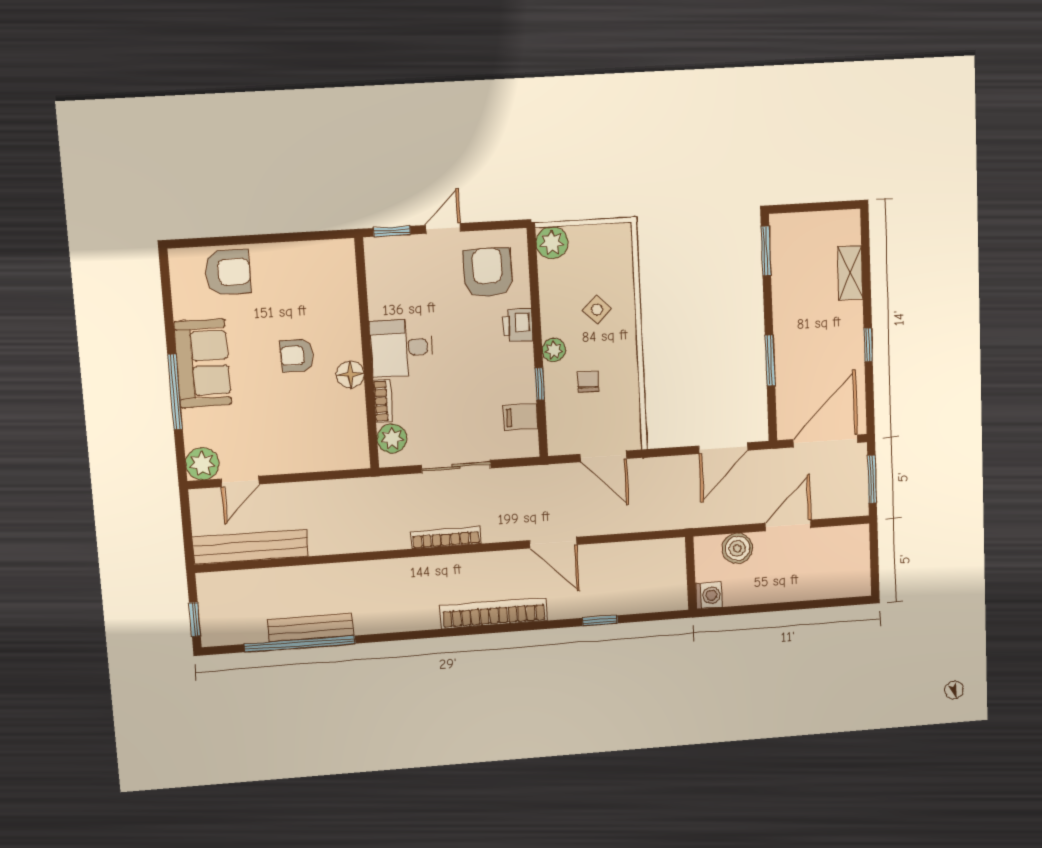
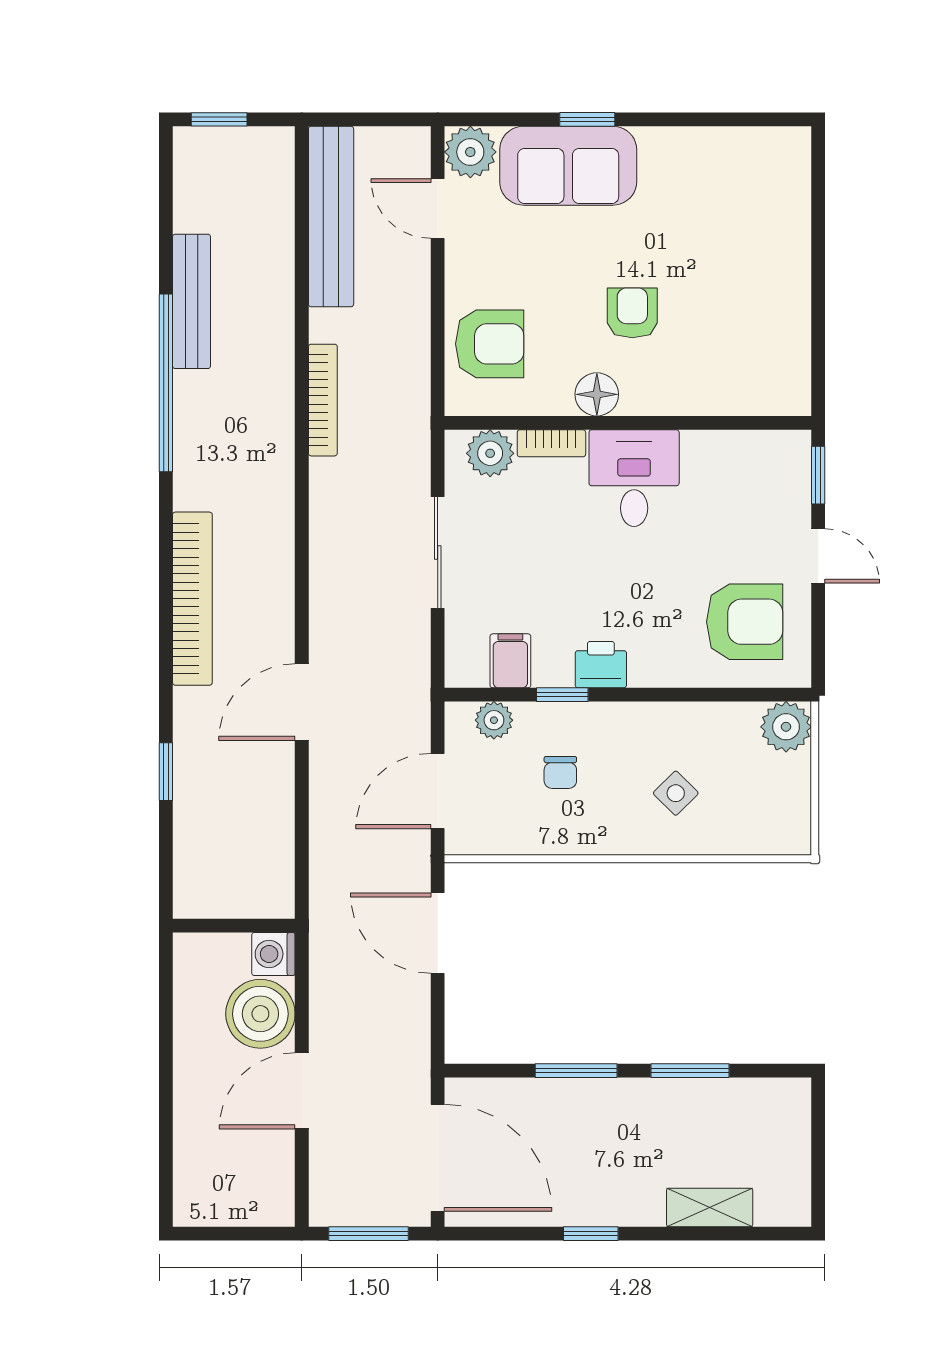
window: (766, 251) -> (690, 1071), moved
armchair: (228, 272) -> (490, 344), moved, turned -90
printer: (518, 325) -> (601, 665), moved
plant: (554, 350) -> (494, 720), moved
sofa: (203, 363) -> (568, 166), moved
chair: (588, 382) -> (560, 772), turned 90
window: (175, 392) -> (587, 119), width x0.46
door: (723, 448) -> (438, 933), moved
door: (788, 525) -> (302, 1091), swing flipped
bookcase: (446, 538) -> (323, 400), moved
boiler: (737, 548) -> (260, 1014), width x1.37, depth x1.37
washing machine: (709, 595) -> (273, 954), moved, turned 90
window: (300, 644) -> (166, 383), moved

